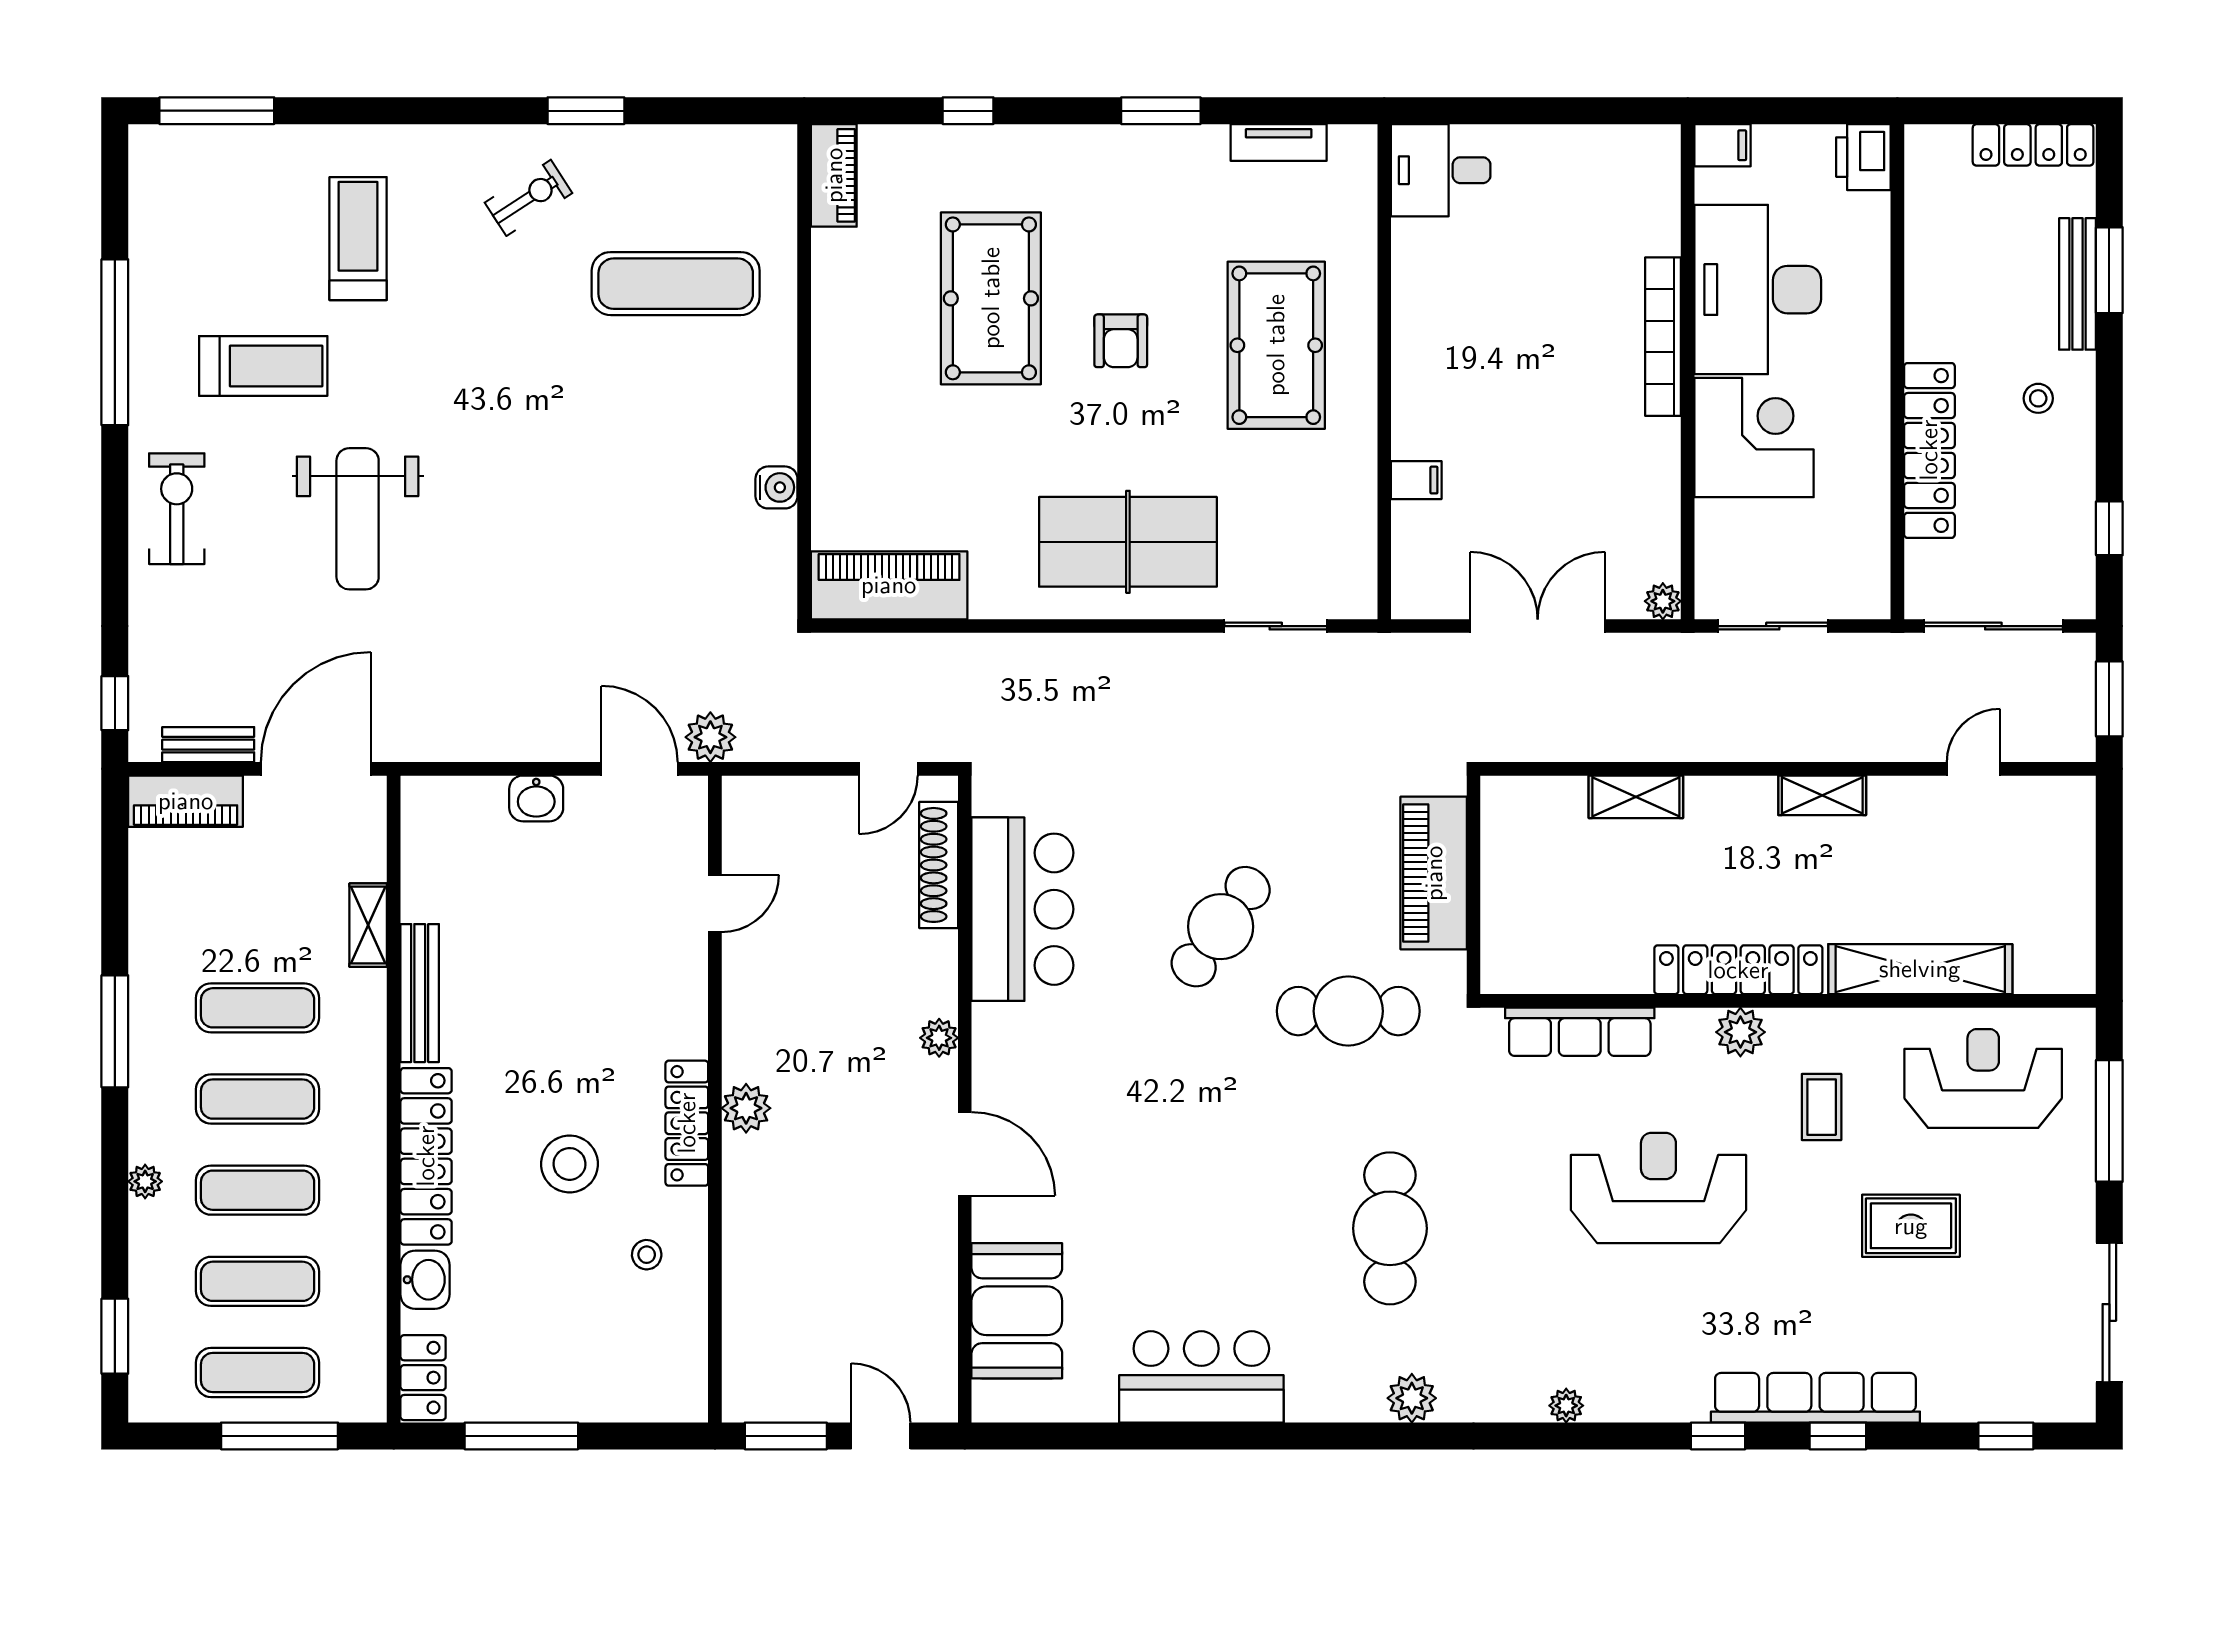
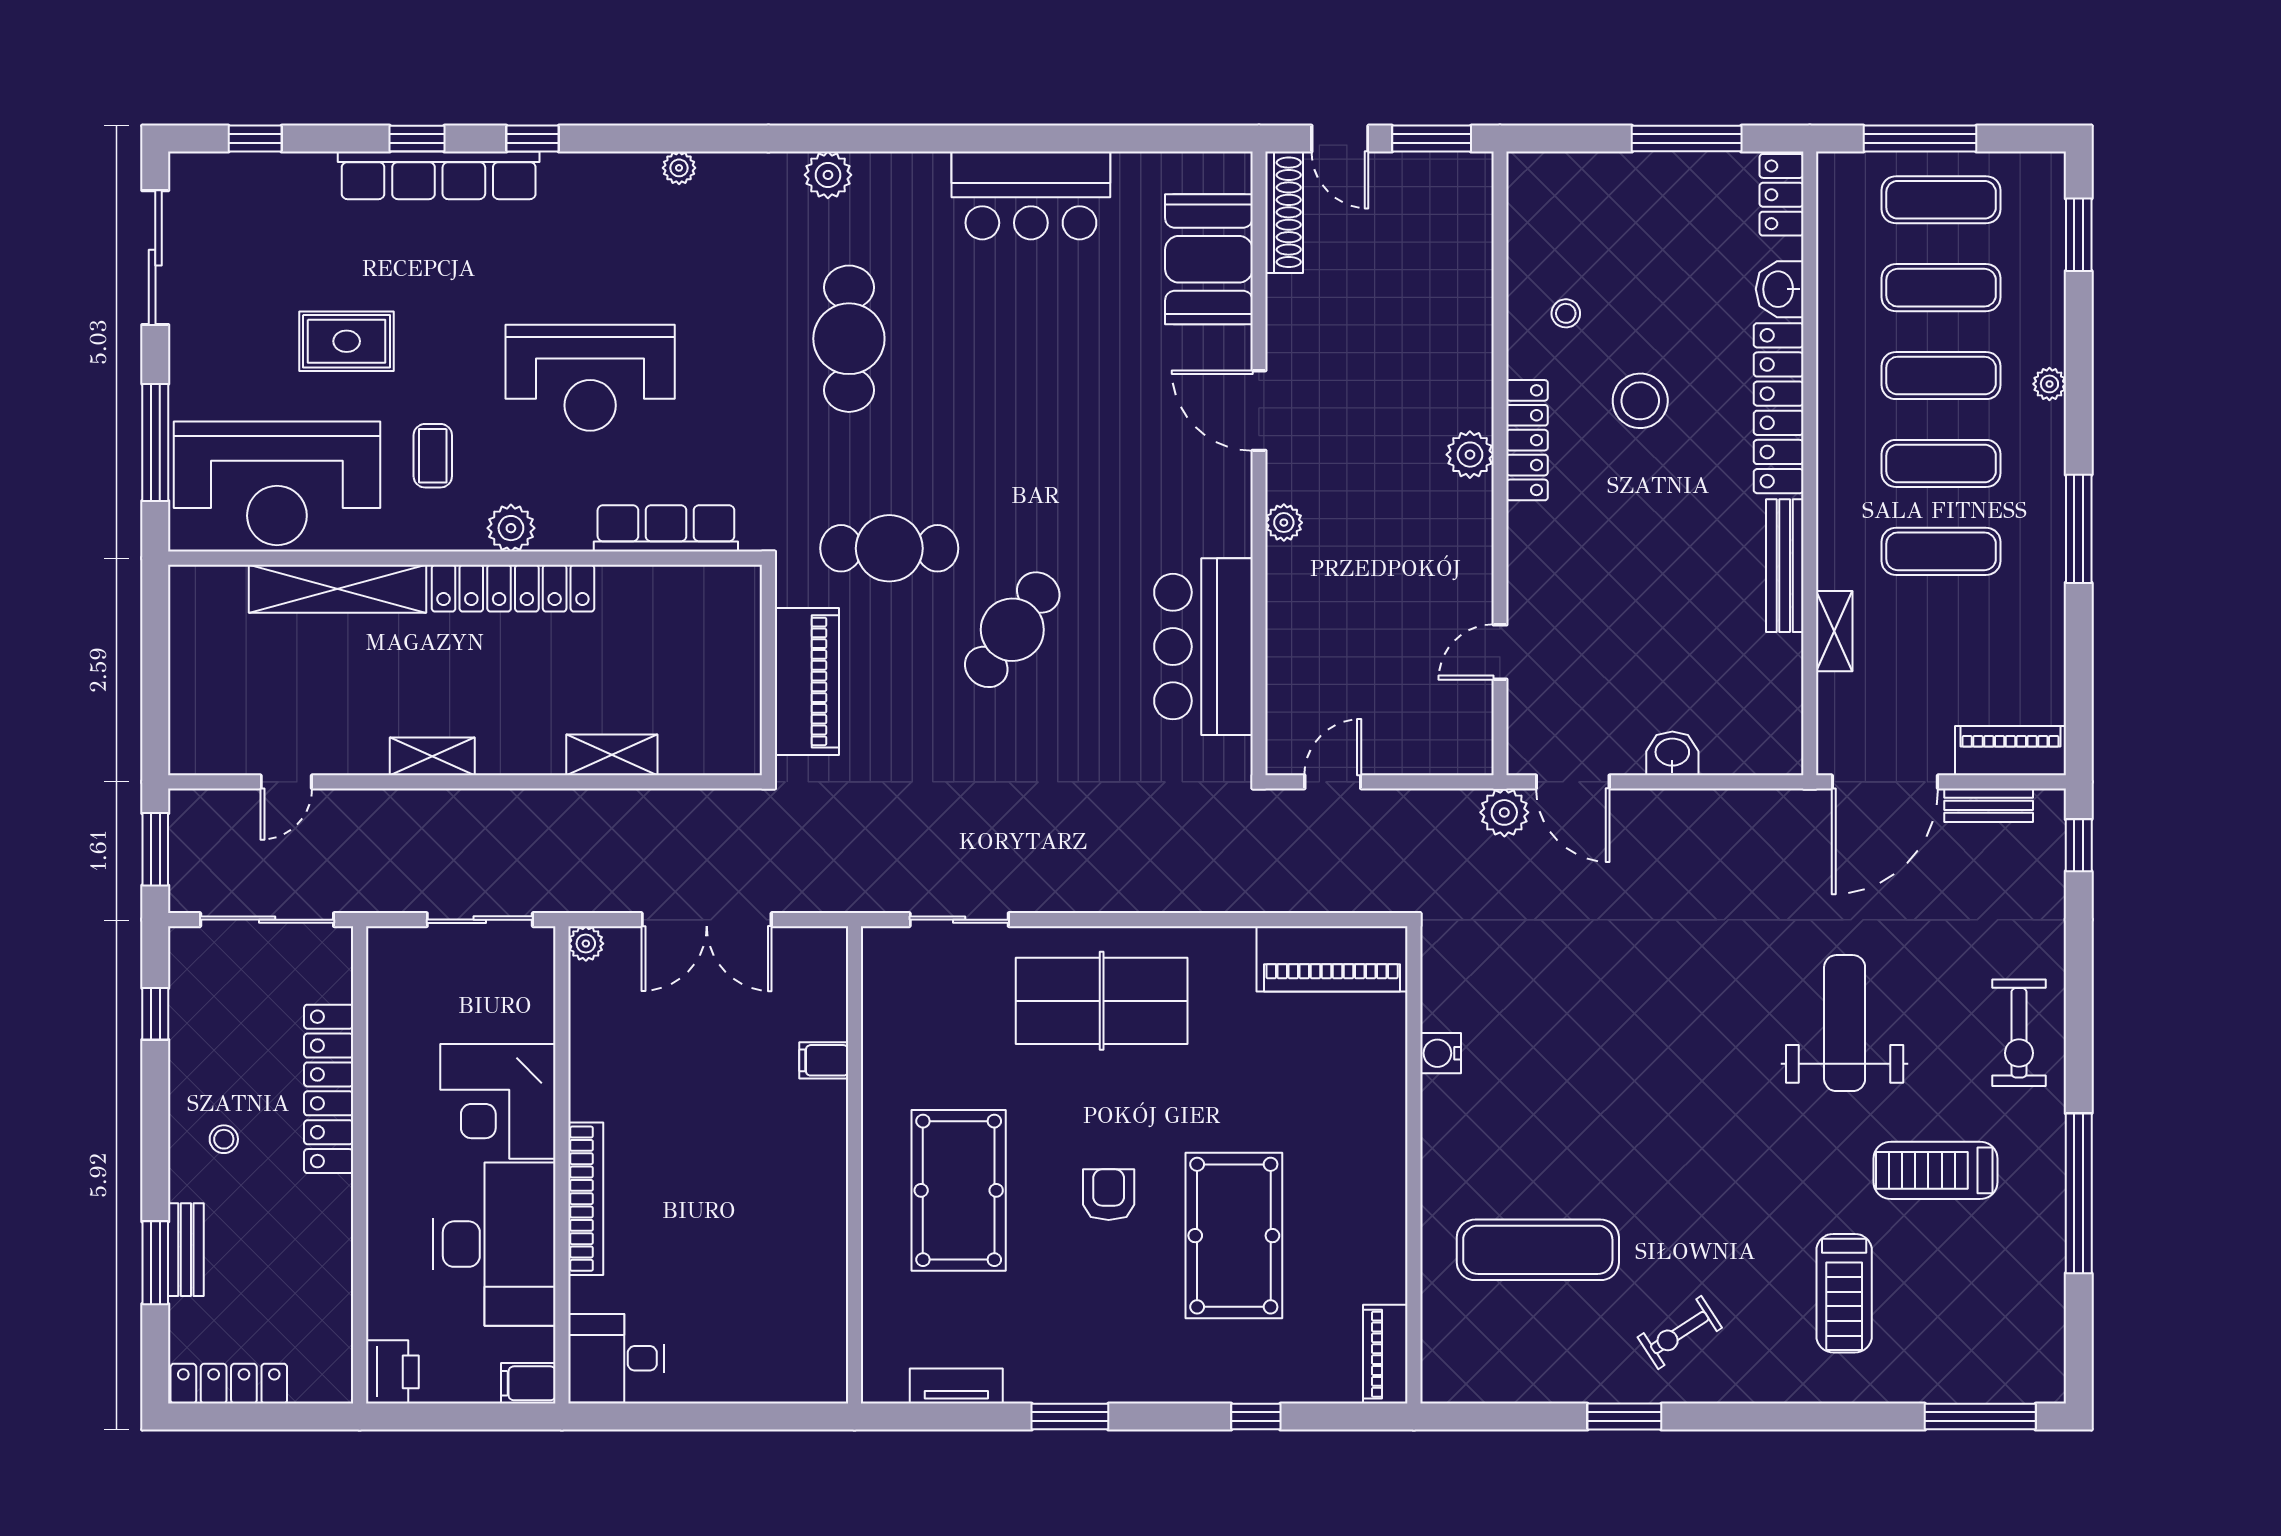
desk: (1441, 170) -> (616, 1358), moved, turned 180
bench: (2078, 284) -> (186, 1250), width x0.73
shoe rack: (939, 865) -> (1284, 212), moved
reception desk: (1983, 1078) -> (277, 483), width x1.36, depth x1.30

